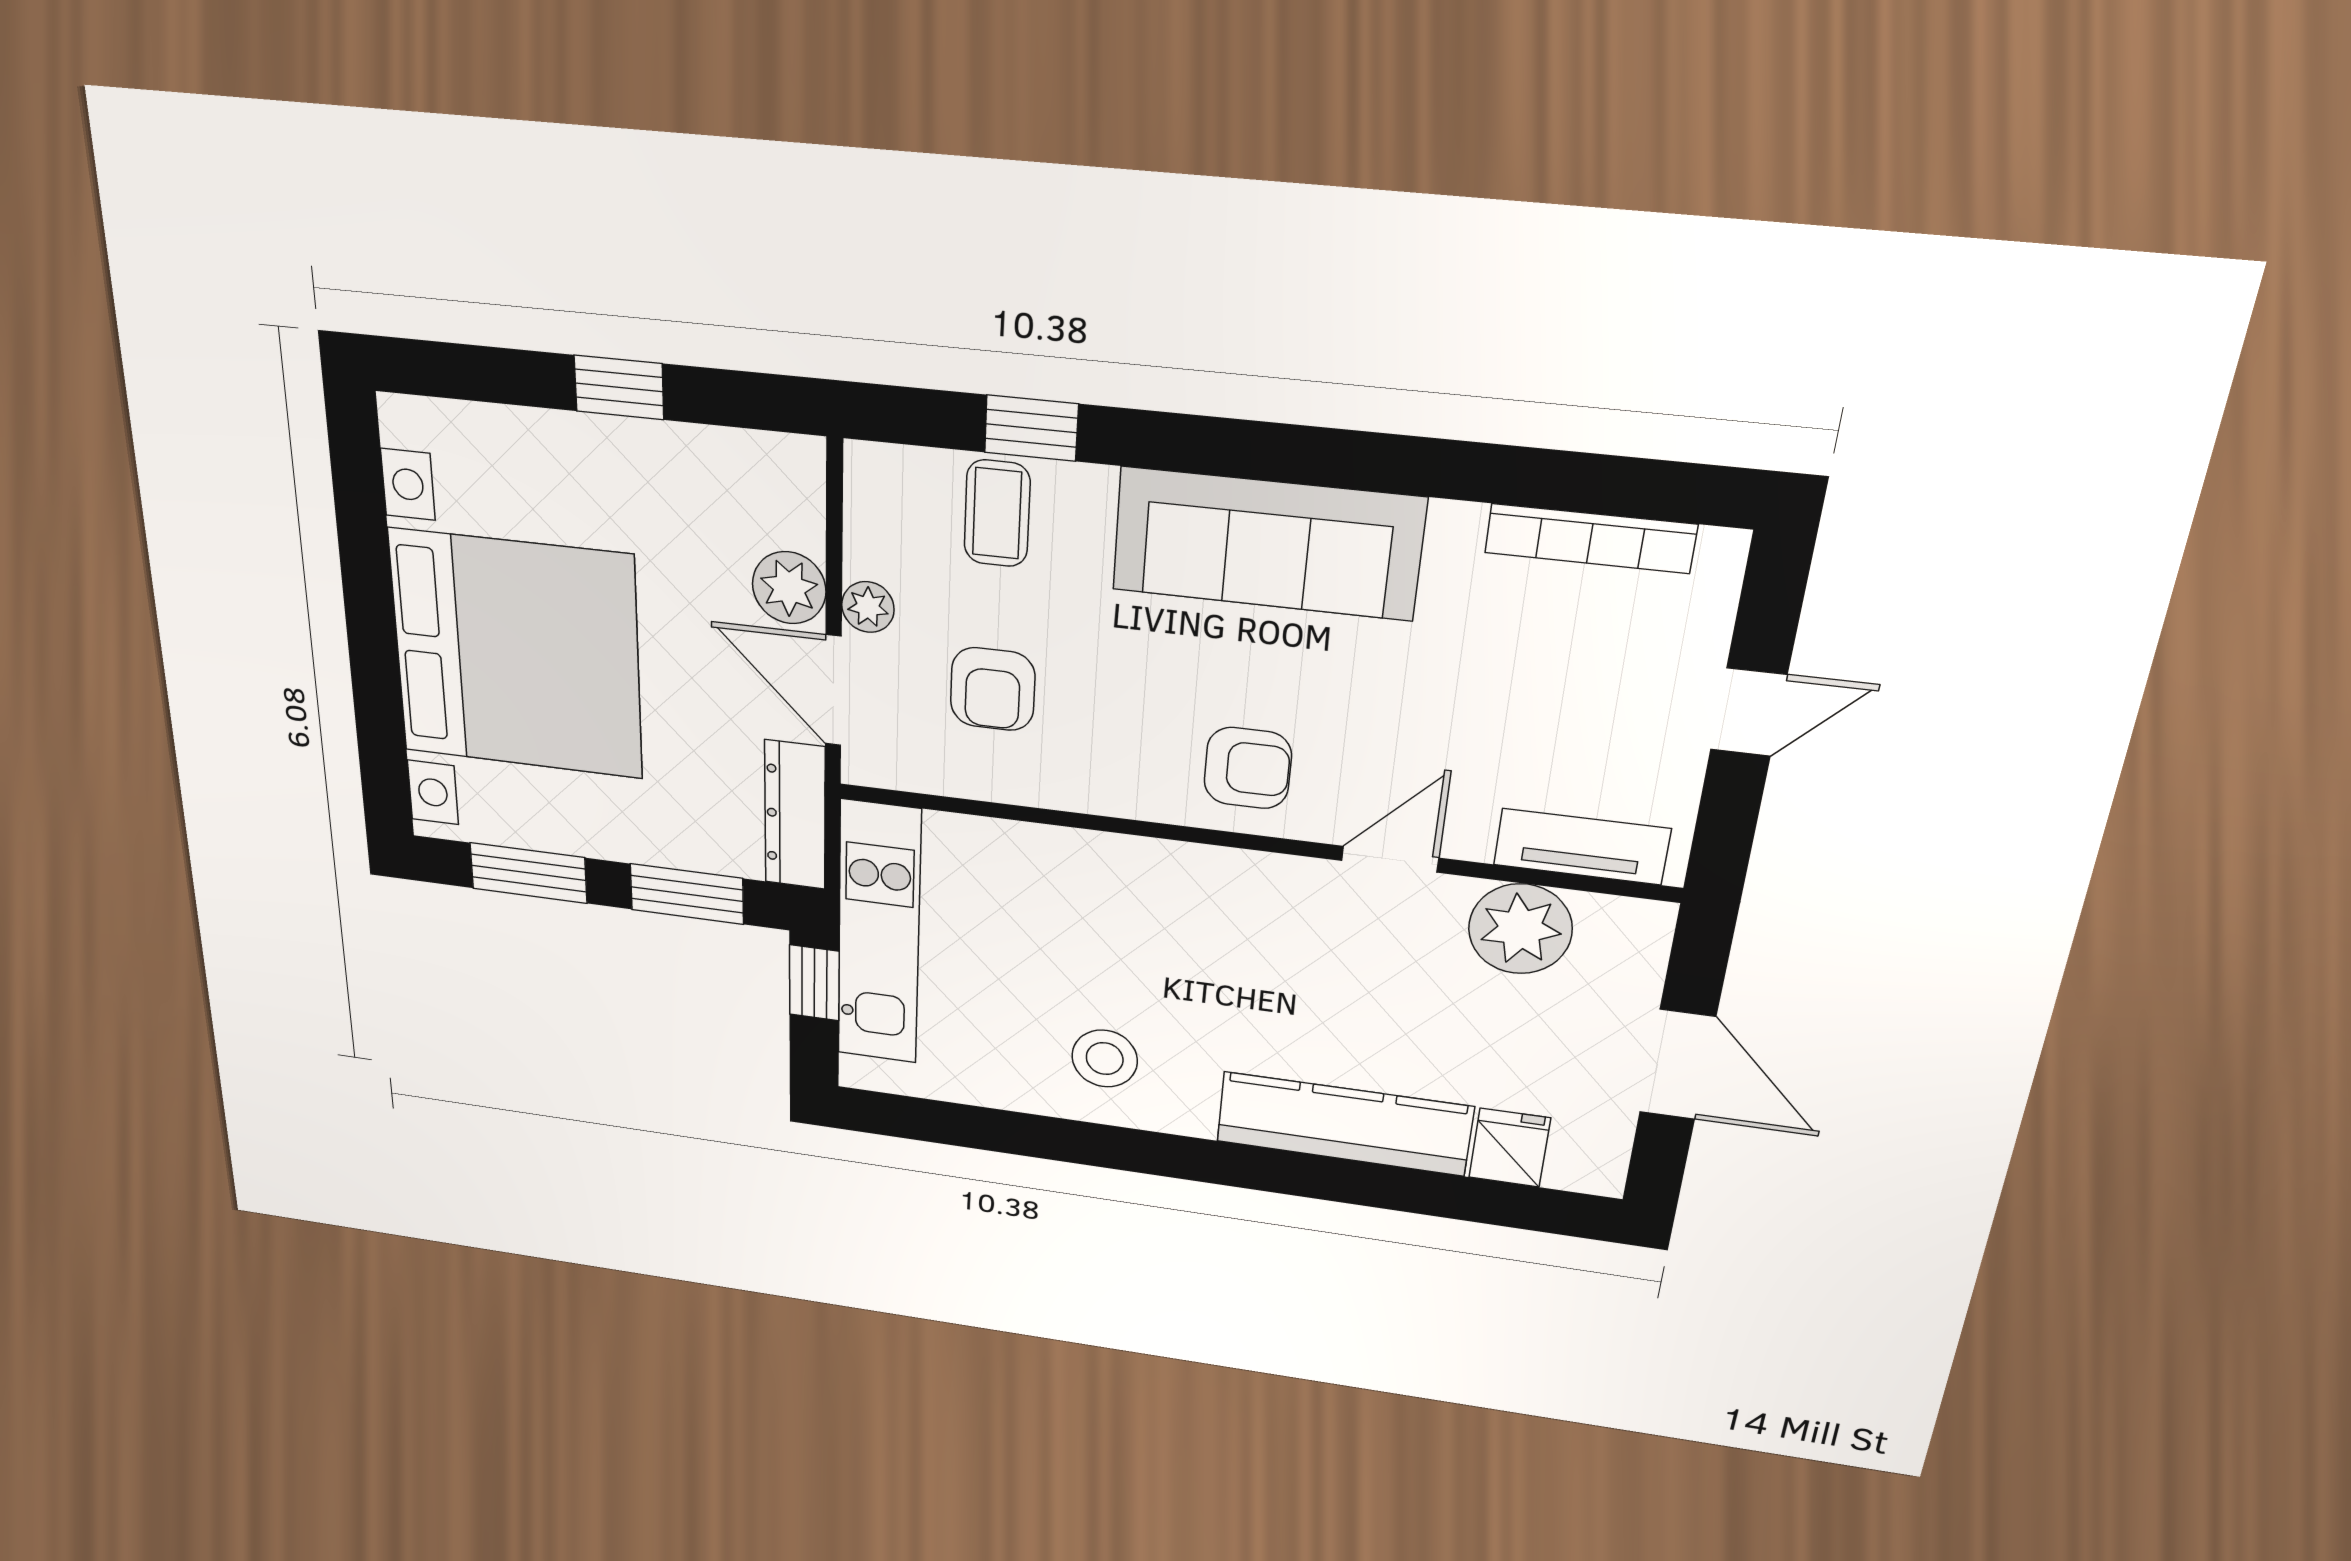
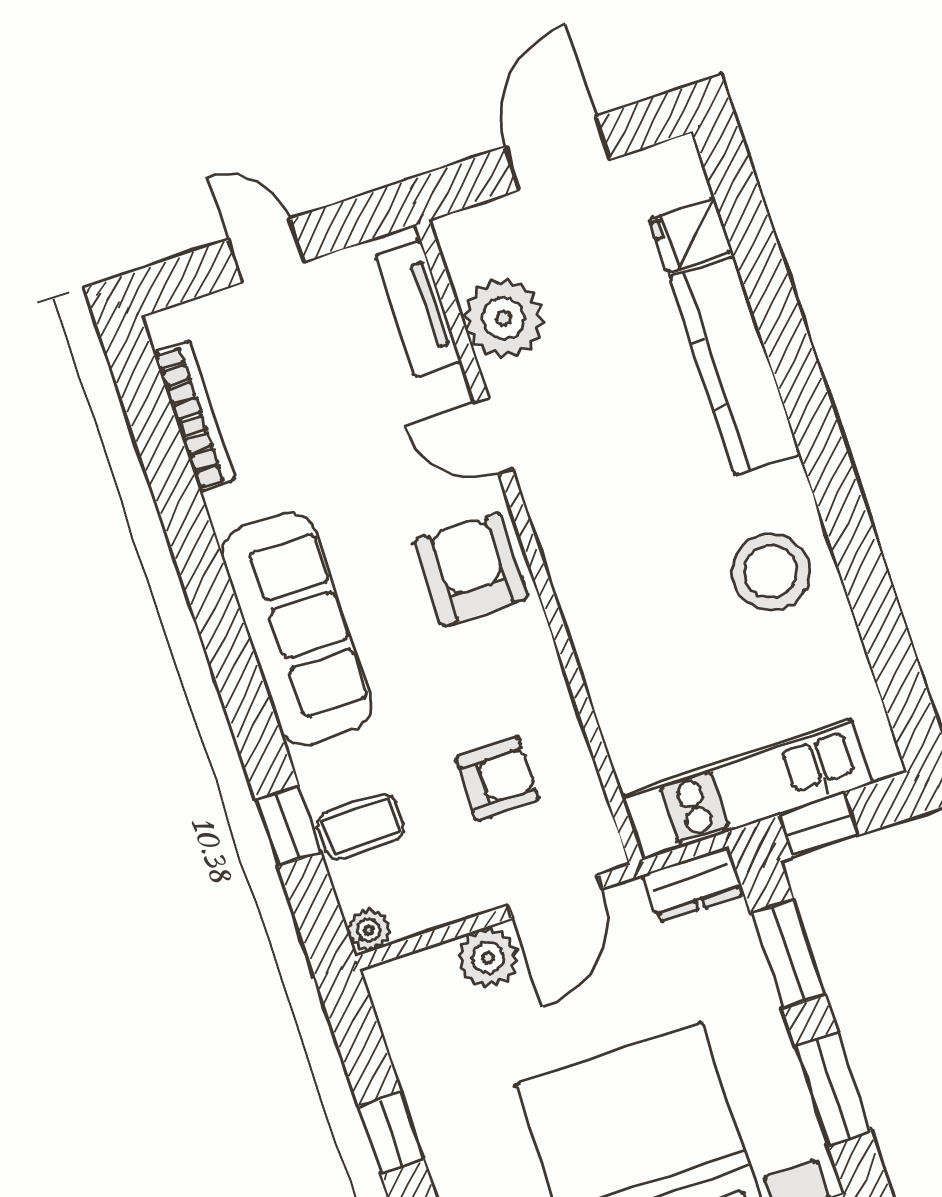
plant: (868, 607) -> (369, 930), moved
armchair: (1248, 768) -> (471, 569), width x1.38, depth x1.38
dresser: (795, 815) -> (693, 884), width x0.70
stool: (1105, 1059) -> (771, 572), width x1.38, depth x1.38

